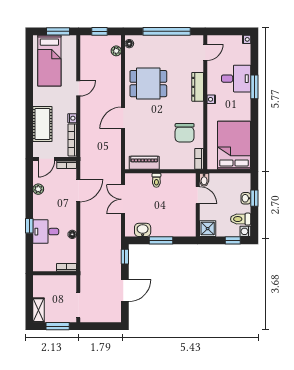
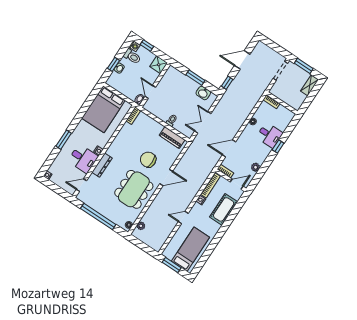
window: (100, 31) -> (144, 246), removed
desk: (236, 79) -> (83, 159), moved, turned 180
dining table: (148, 84) -> (134, 189), width x1.37
chair: (185, 133) -> (148, 160), moved, turned -90
double door: (123, 199) -> (203, 122), swing flipped

